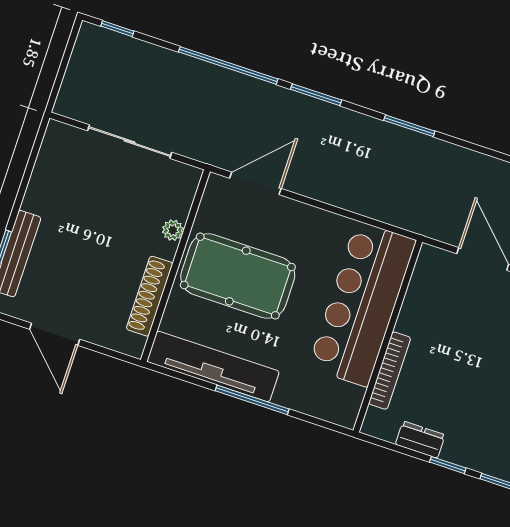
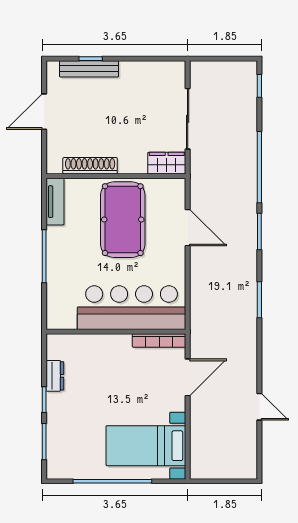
door: (255, 183) -> (188, 228), moved
wardrobe: (181, 190) -> (167, 163), added
plant: (173, 230) -> (139, 167), removed
tv unit: (213, 366) -> (55, 202), width x0.52, depth x0.78
bookcase: (390, 371) -> (159, 341), moved

